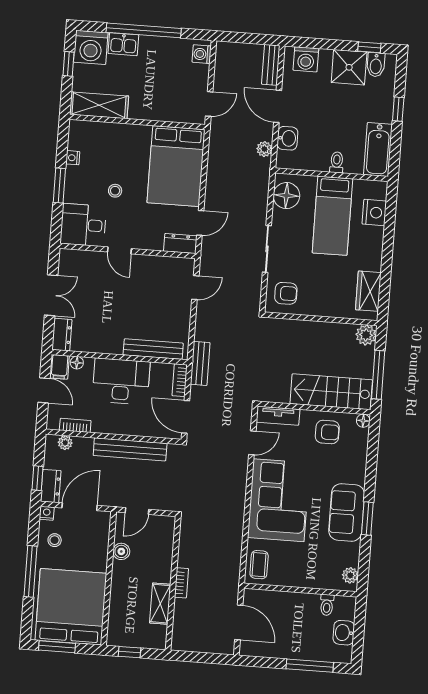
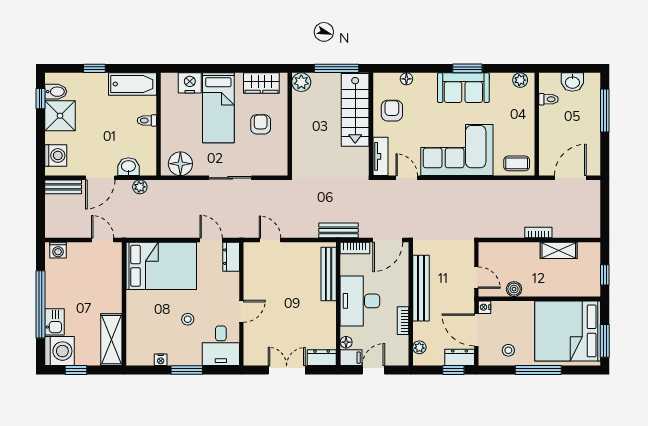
bed: (332, 216) -> (218, 108), moved, turned 90
armchair: (286, 293) -> (261, 124), moved
floor lamp: (363, 421) -> (406, 79), moved
bookcase: (75, 425) -> (403, 321), moved
nightstand: (47, 513) -> (484, 307), moved

